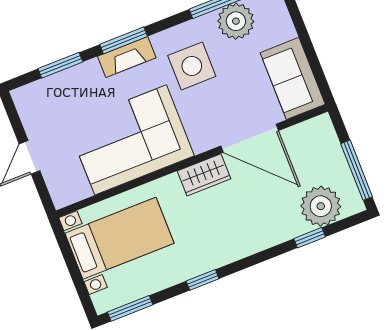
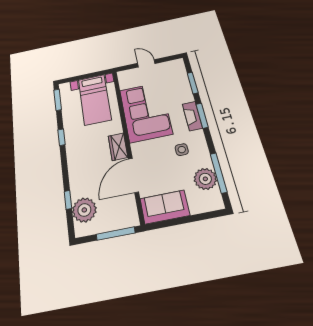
side table: (192, 66) -> (182, 150), width x0.54, depth x0.54
window: (357, 170) -> (116, 234), moved

